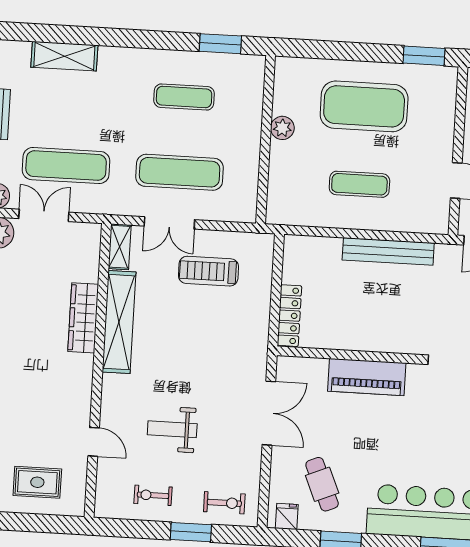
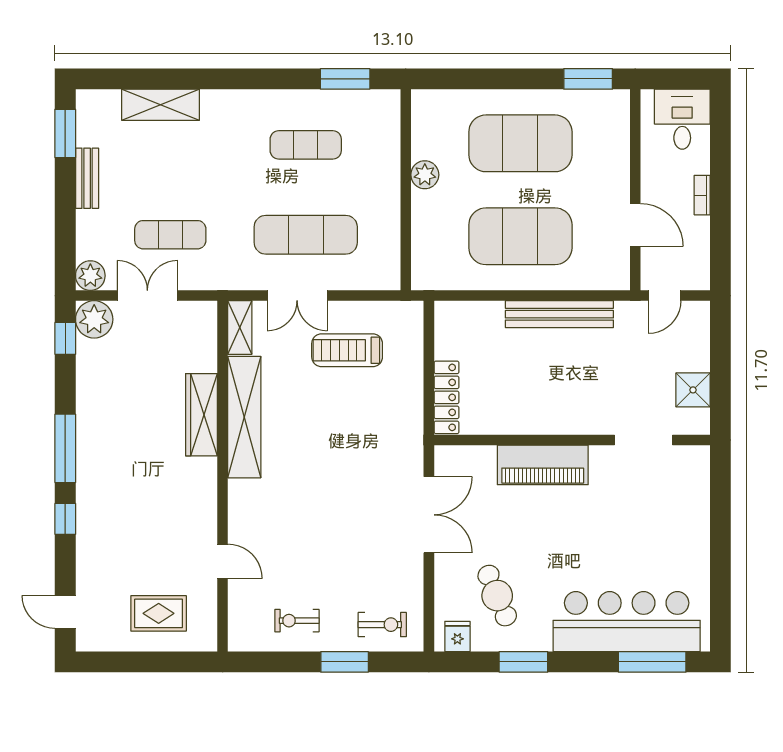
exercise mat: (66, 166) -> (170, 235), width x0.73, depth x0.69
exercise mat: (359, 184) -> (520, 236), width x2.00, depth x1.45
weight bench: (172, 429) -> (315, 541), removed

